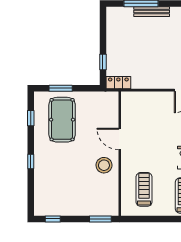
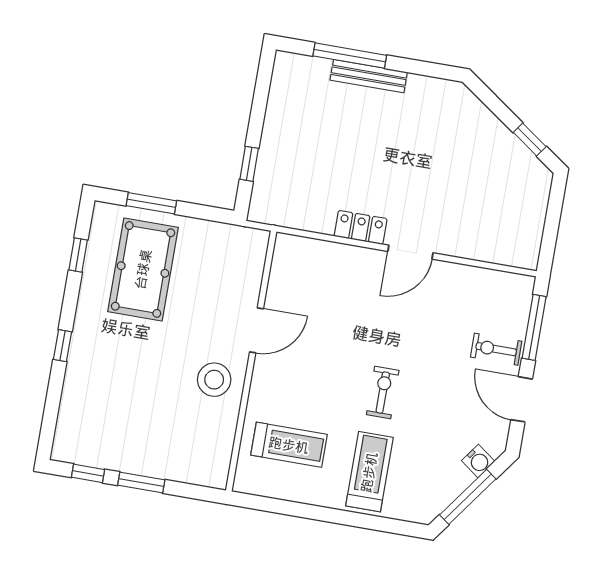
locker: (118, 83) -> (361, 227), moved
door: (120, 139) -> (257, 330), swing flipped
treadmill: (144, 189) -> (289, 445), turned 90
window: (100, 219) -> (141, 483), moved

